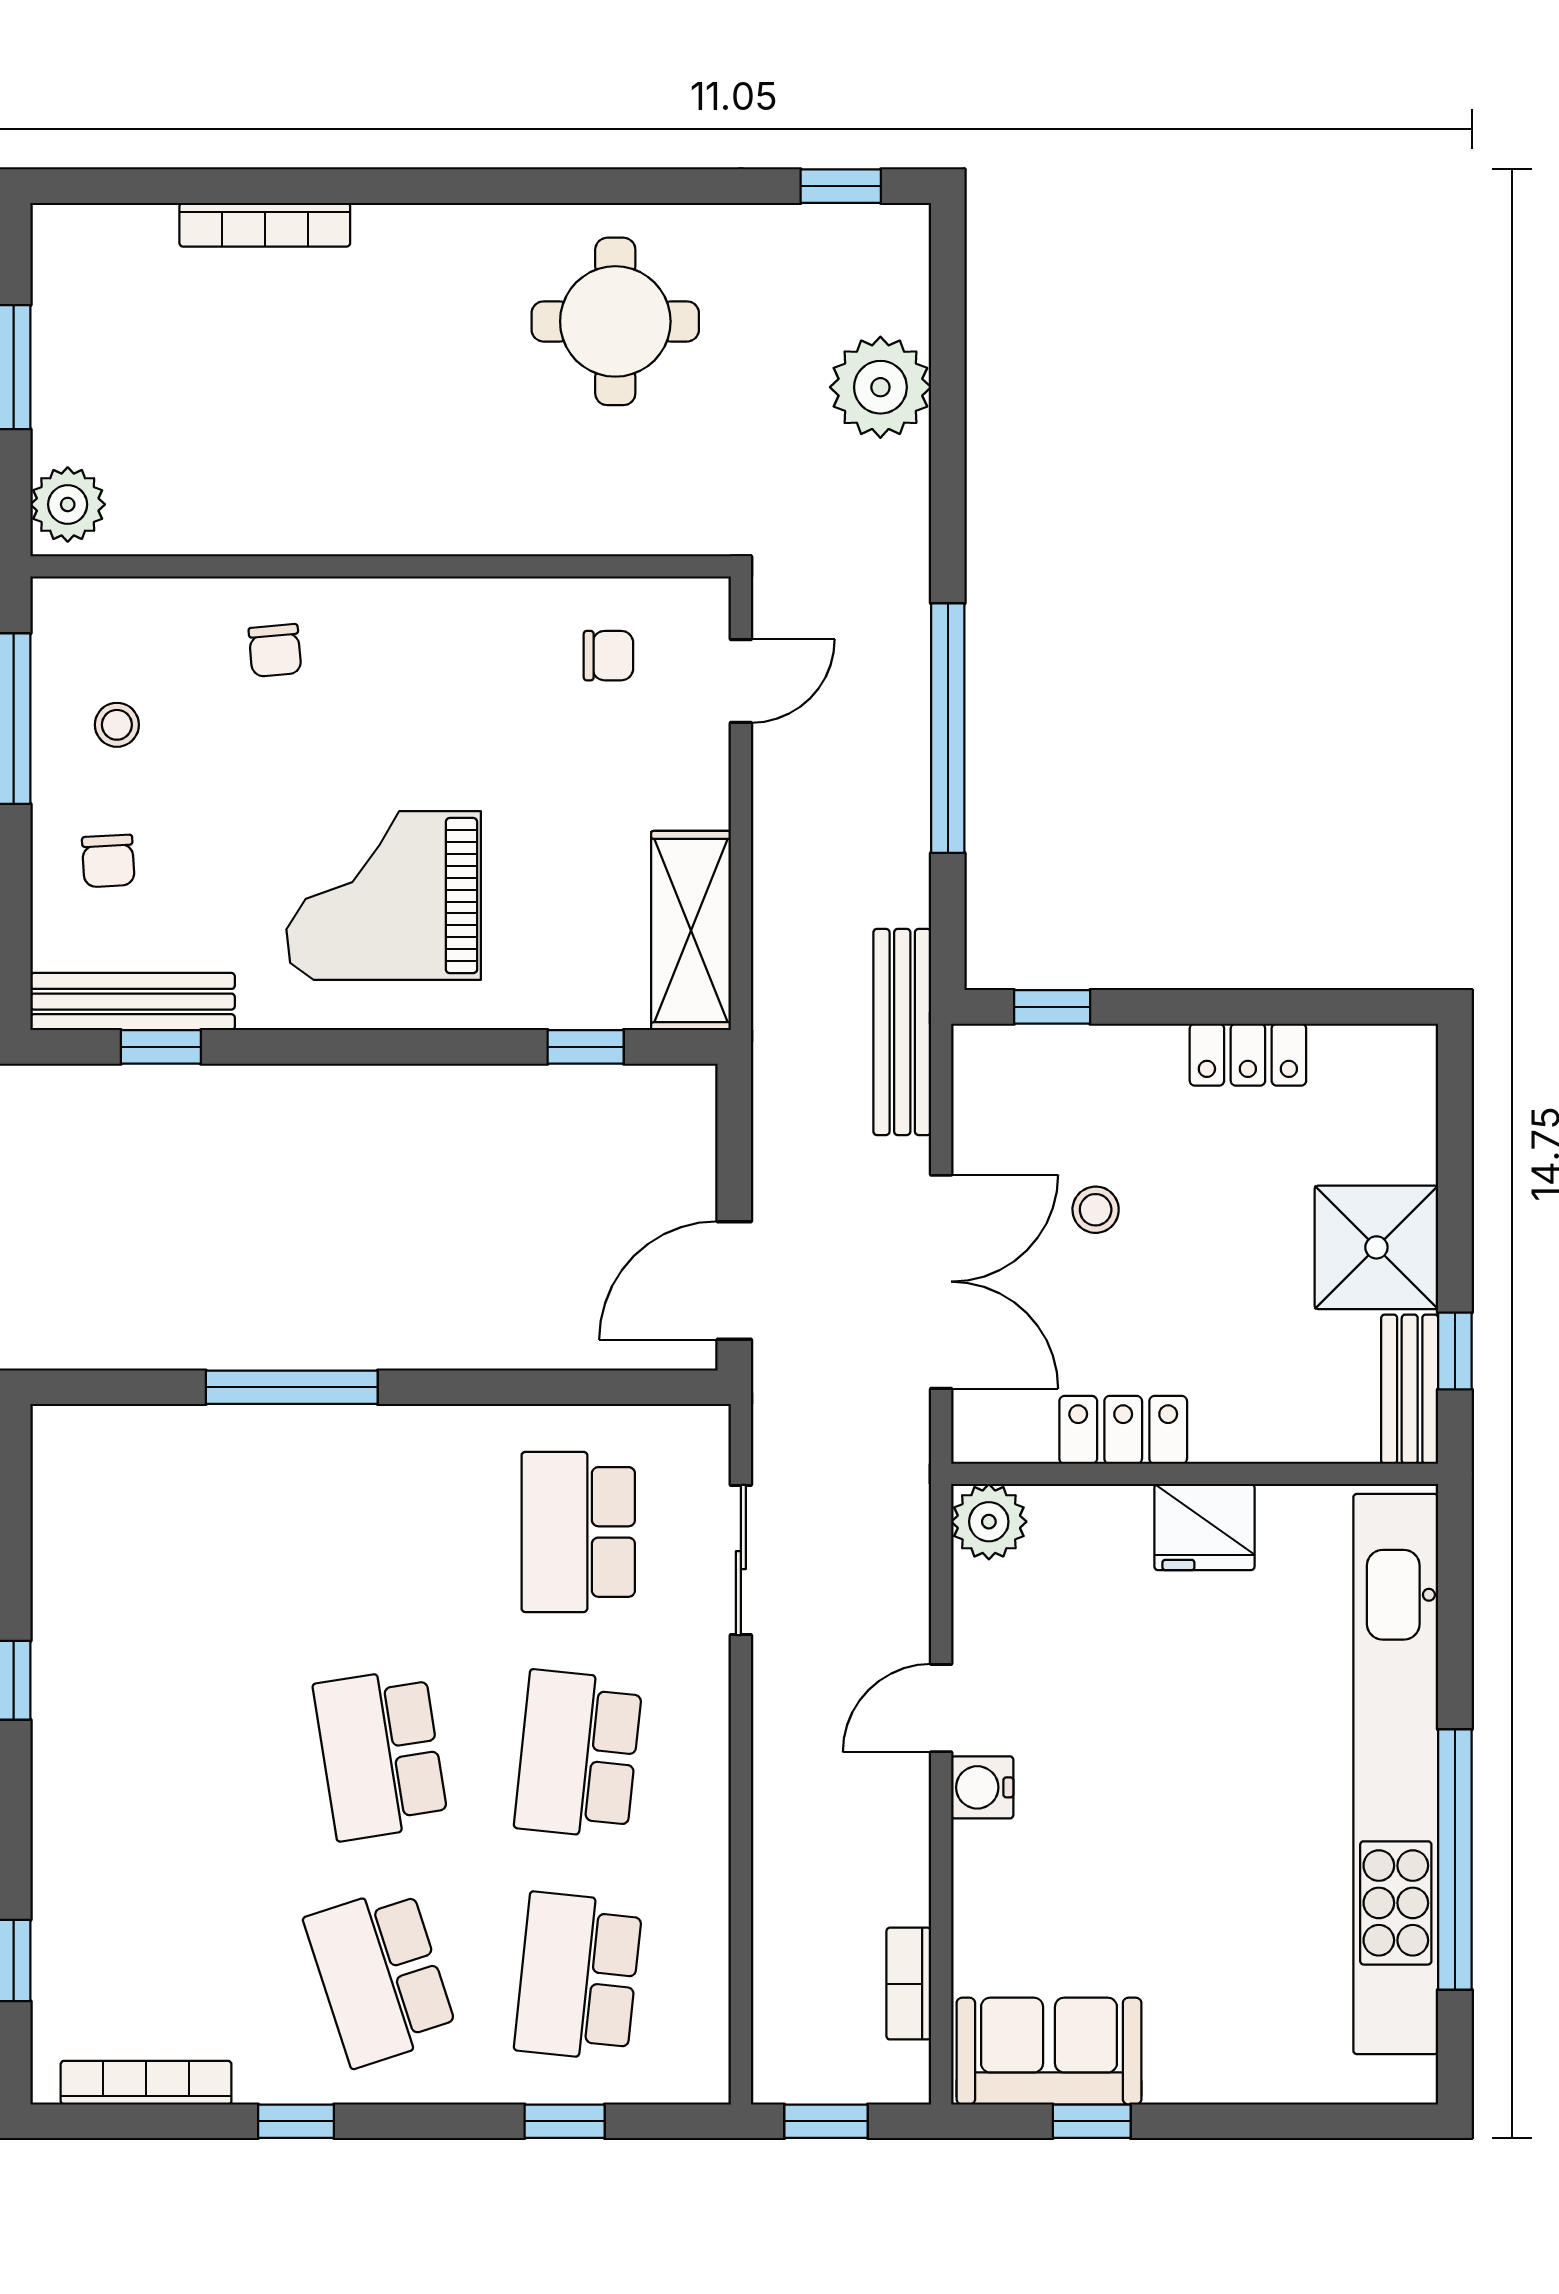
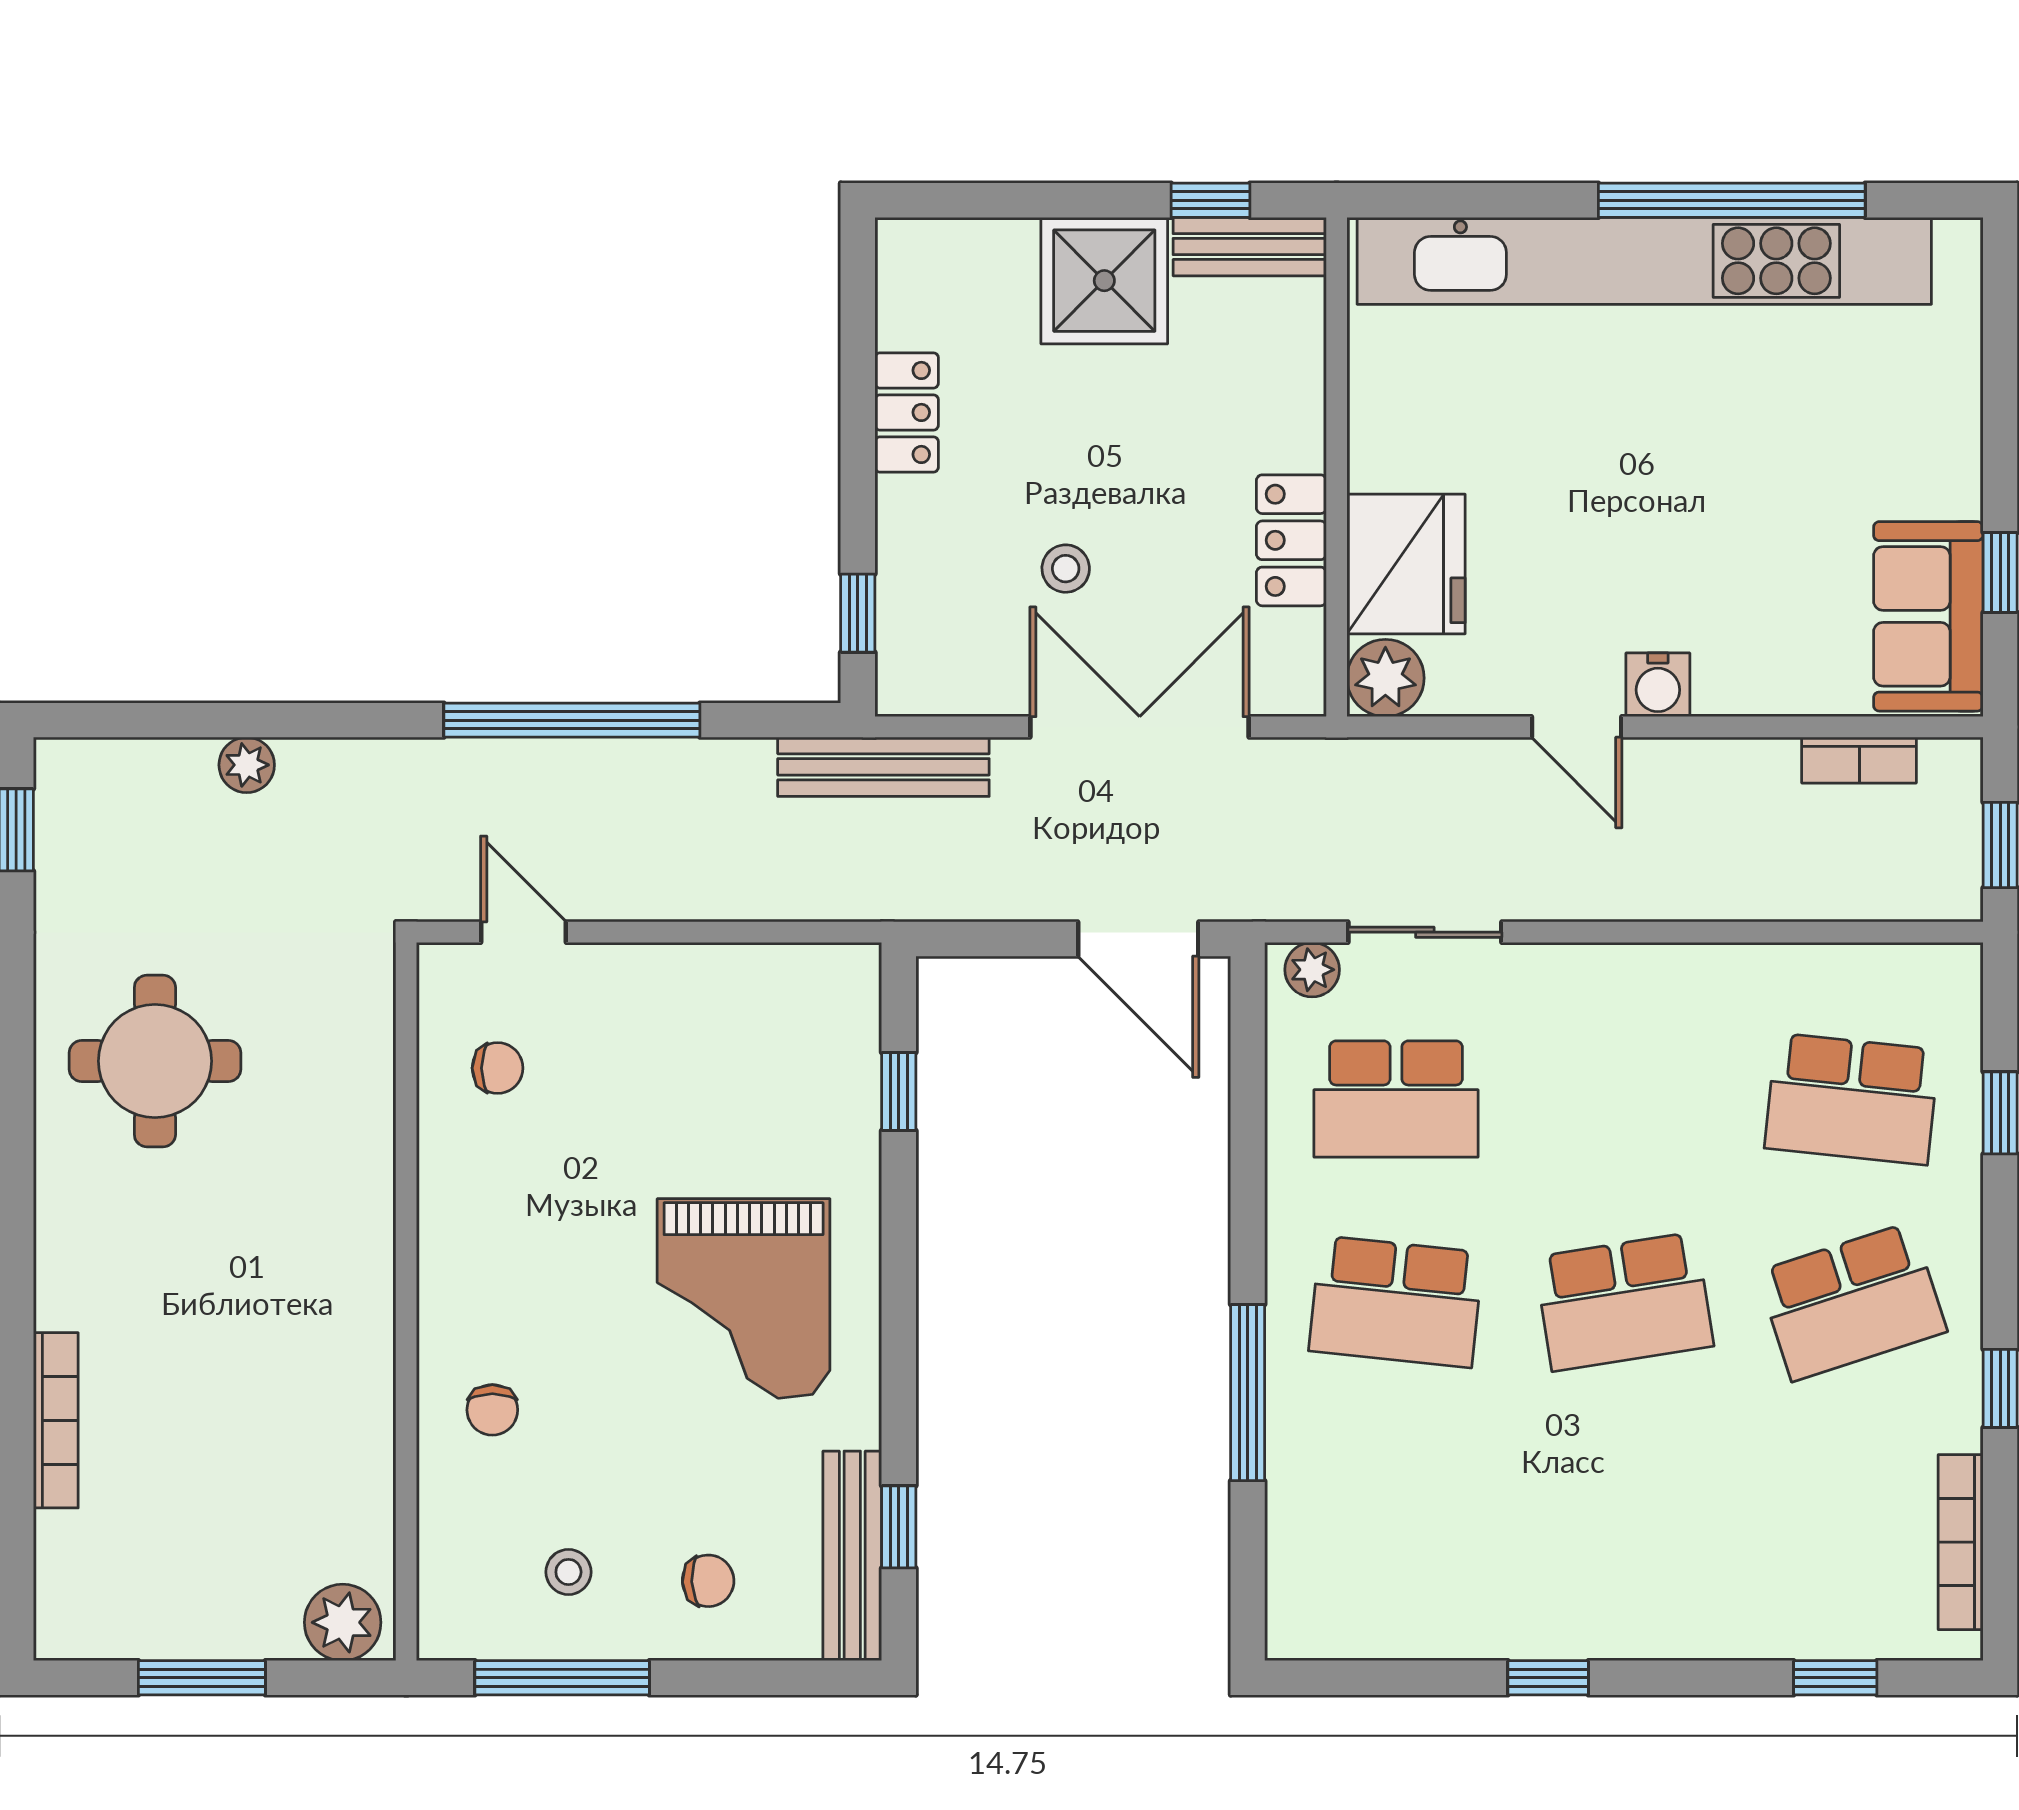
plant: (880, 387) -> (247, 765), width x0.53, depth x0.53
chair: (275, 650) -> (492, 1410), turned 95
chair: (608, 656) -> (498, 1068), turned 90
shelving: (691, 931) -> (779, 983), removed
plant: (704, 1450) -> (1312, 970), added
fridge: (1204, 1527) -> (1406, 564), moved, width x1.36, depth x1.34
school desk: (578, 1754) -> (1396, 1302), moved

